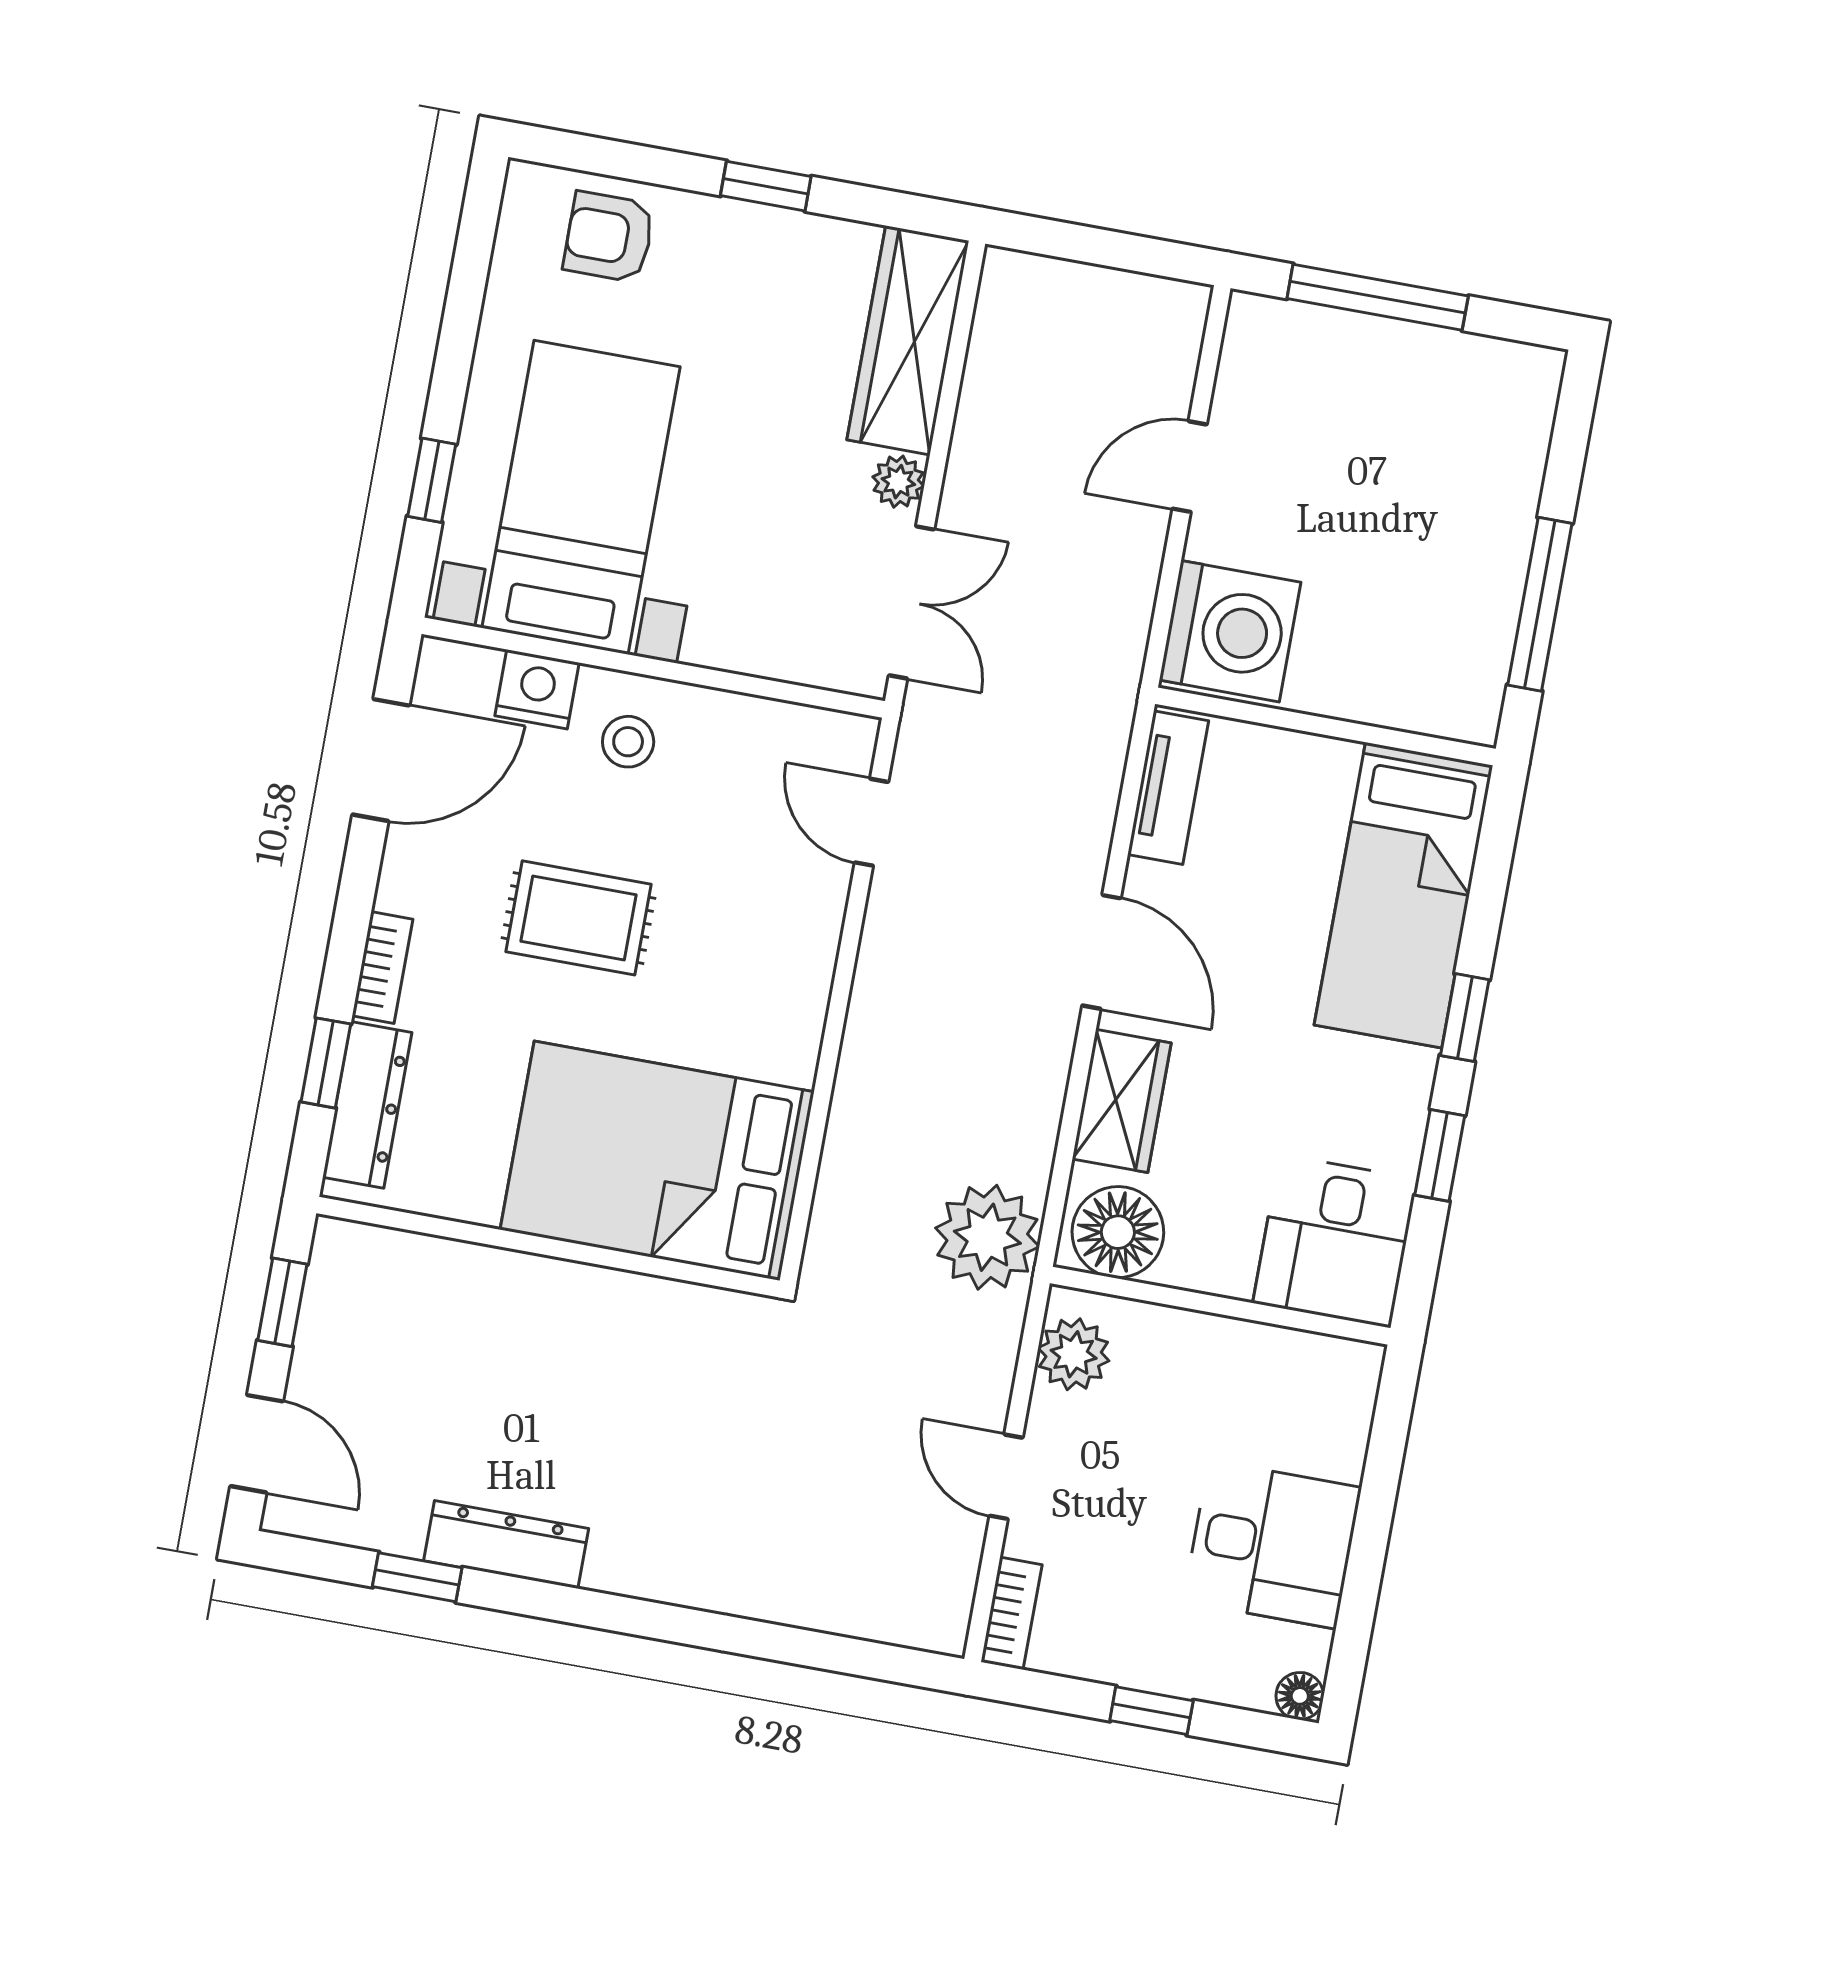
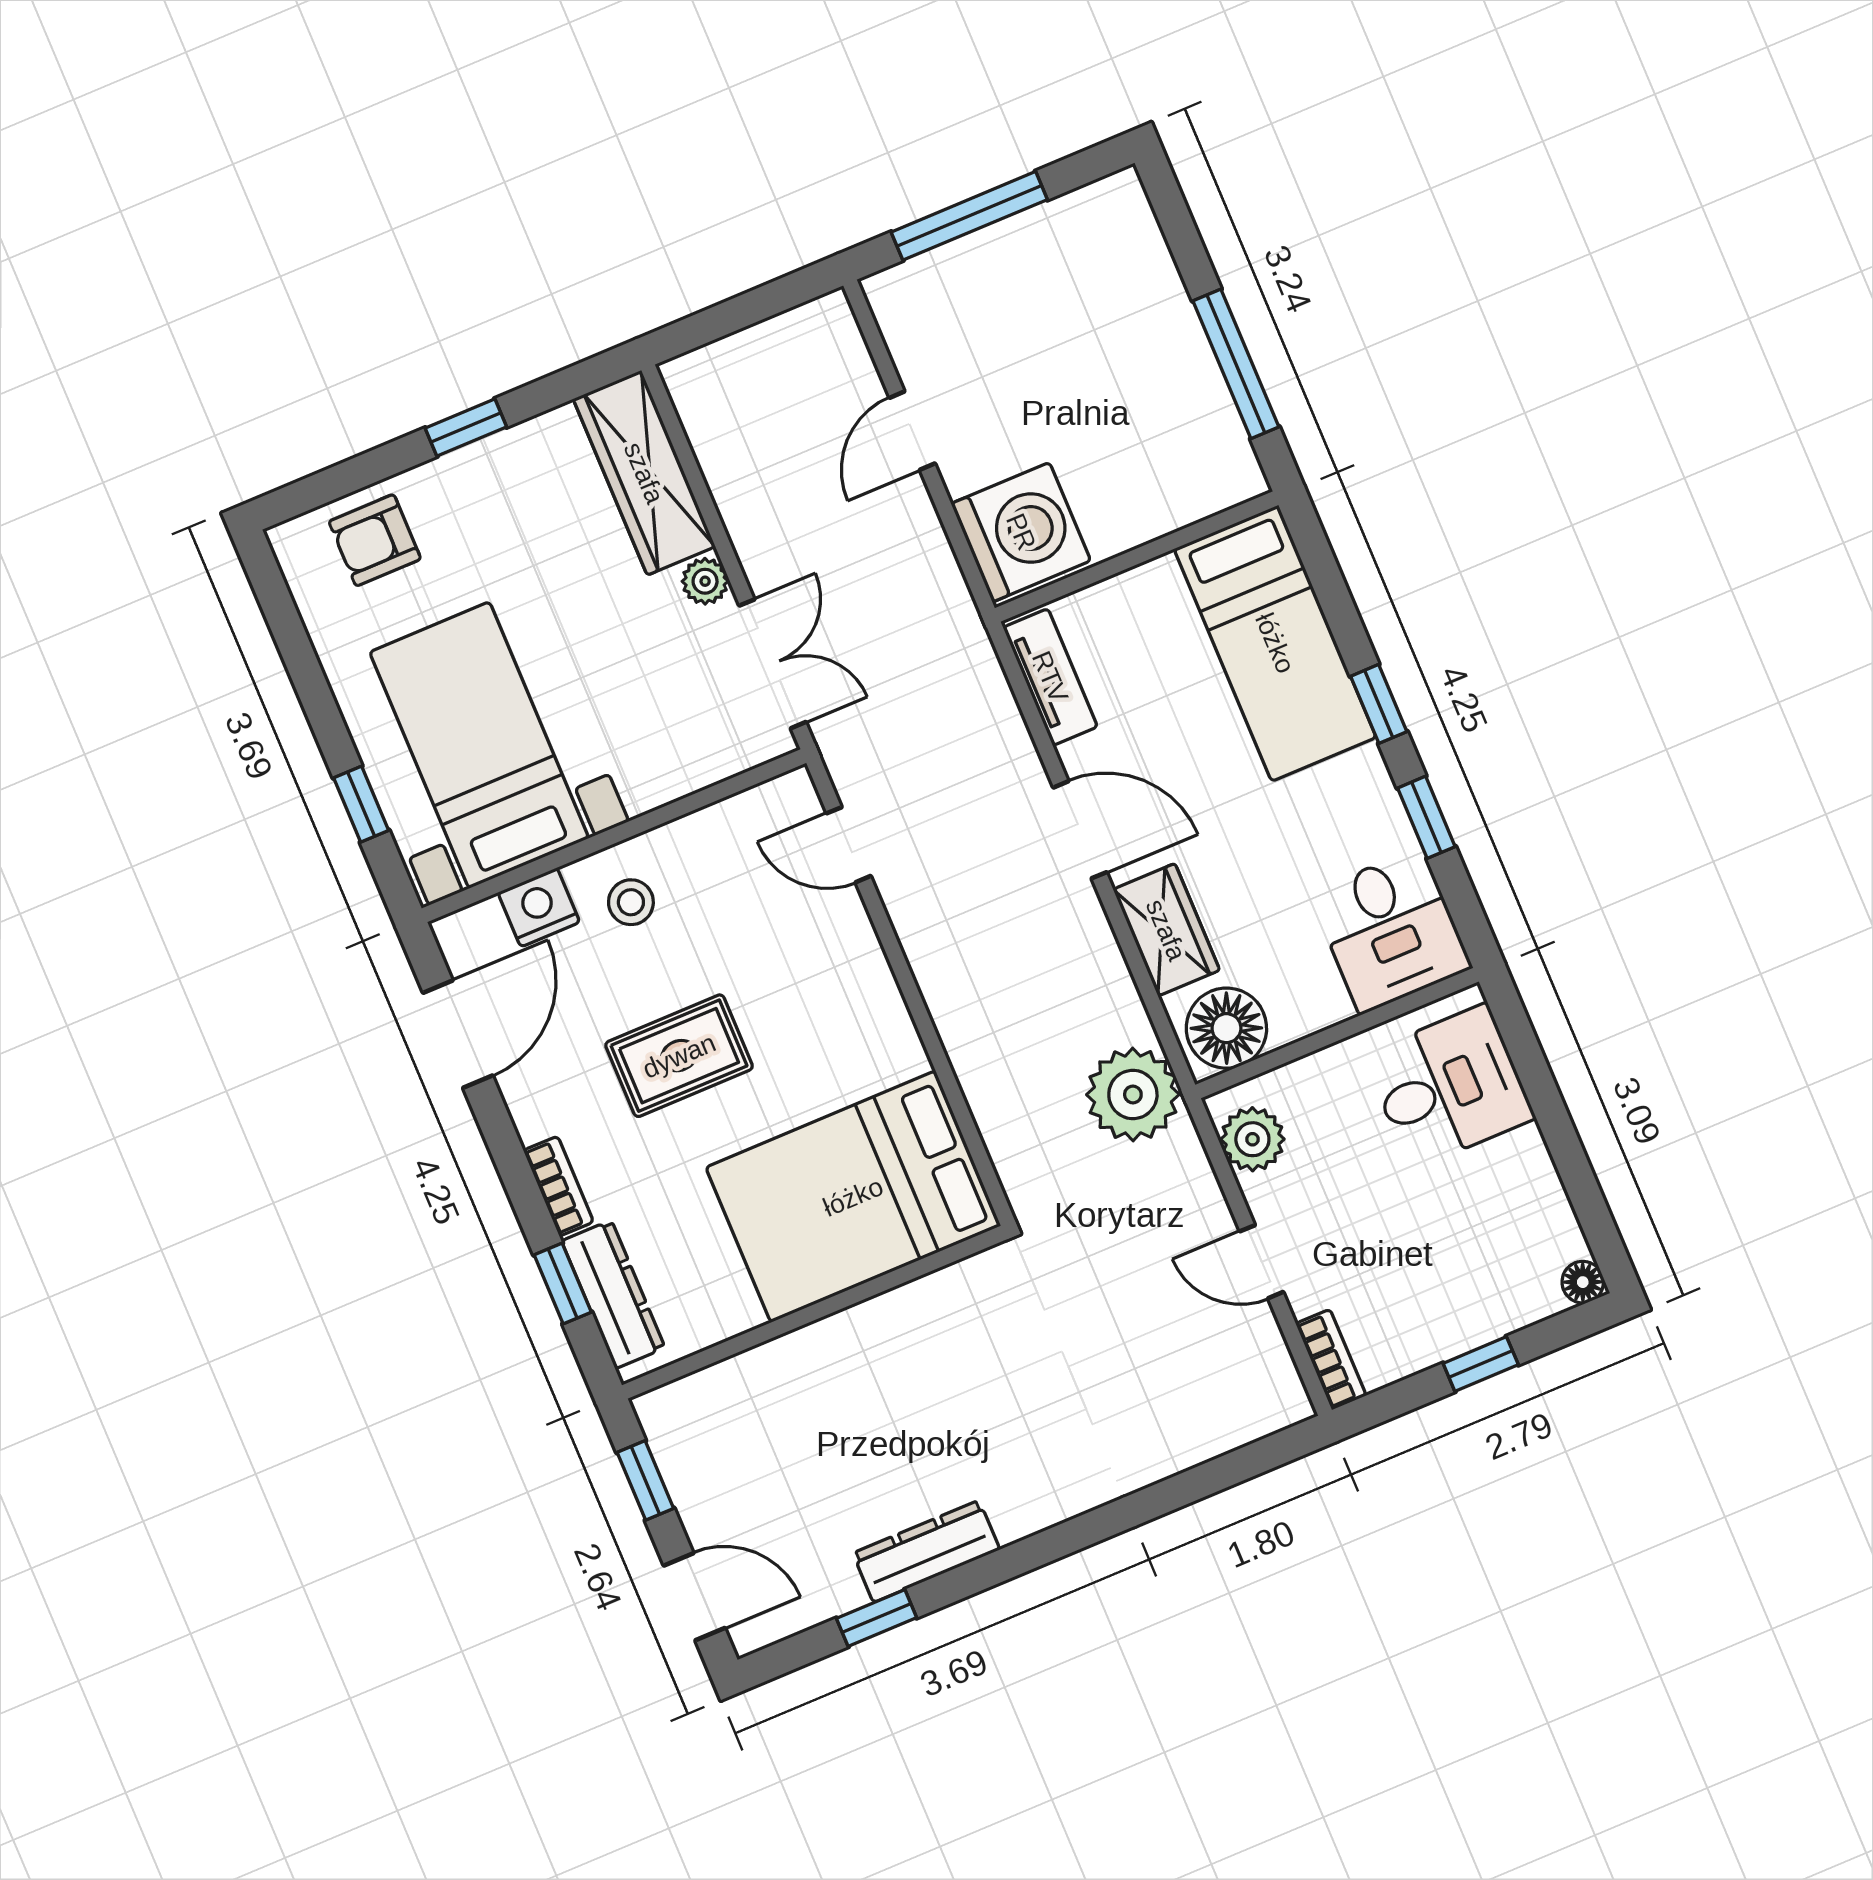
desk: (1272, 1544) -> (1449, 1087), moved

